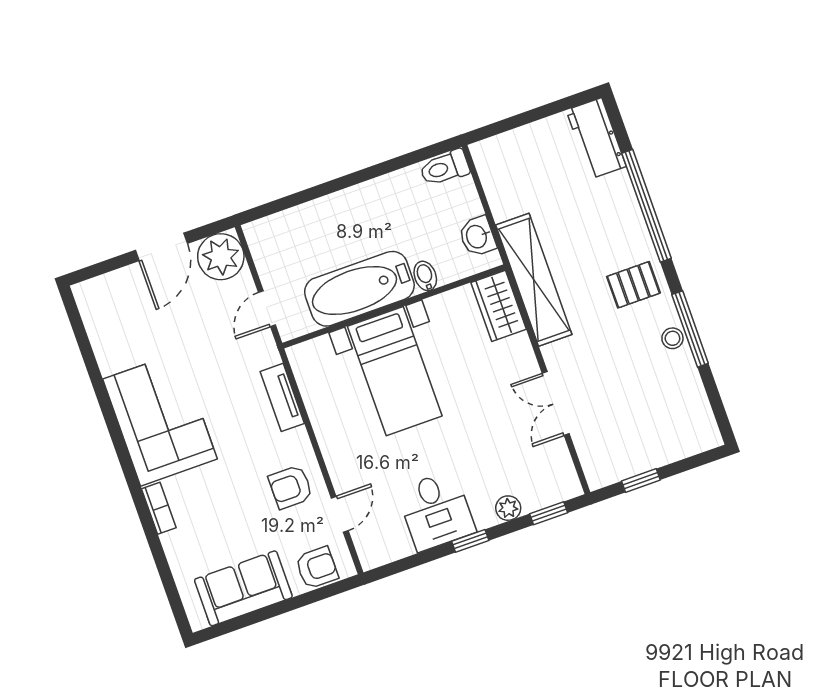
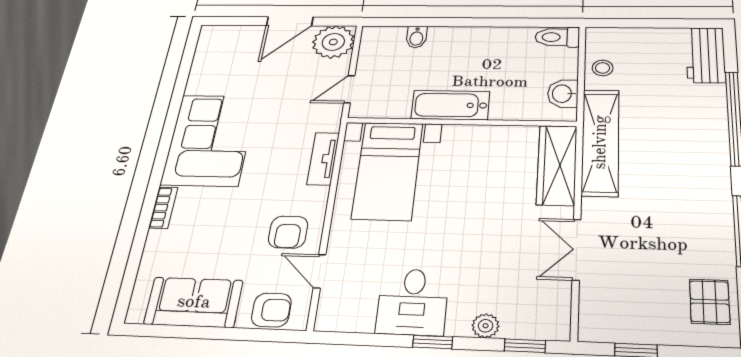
bidet: (425, 276) -> (417, 37), moved, turned 180
pallet: (633, 285) -> (710, 302), moved, turned 90
bathtub: (359, 289) -> (450, 105), width x0.73, depth x0.73
wardrobe: (499, 306) -> (557, 165), width x1.50
stool: (672, 338) -> (603, 68), moved
bed with nightstands: (395, 371) -> (388, 170), moved
armchair: (291, 487) -> (288, 232), turned -90
door: (340, 514) -> (319, 271), swing flipped

